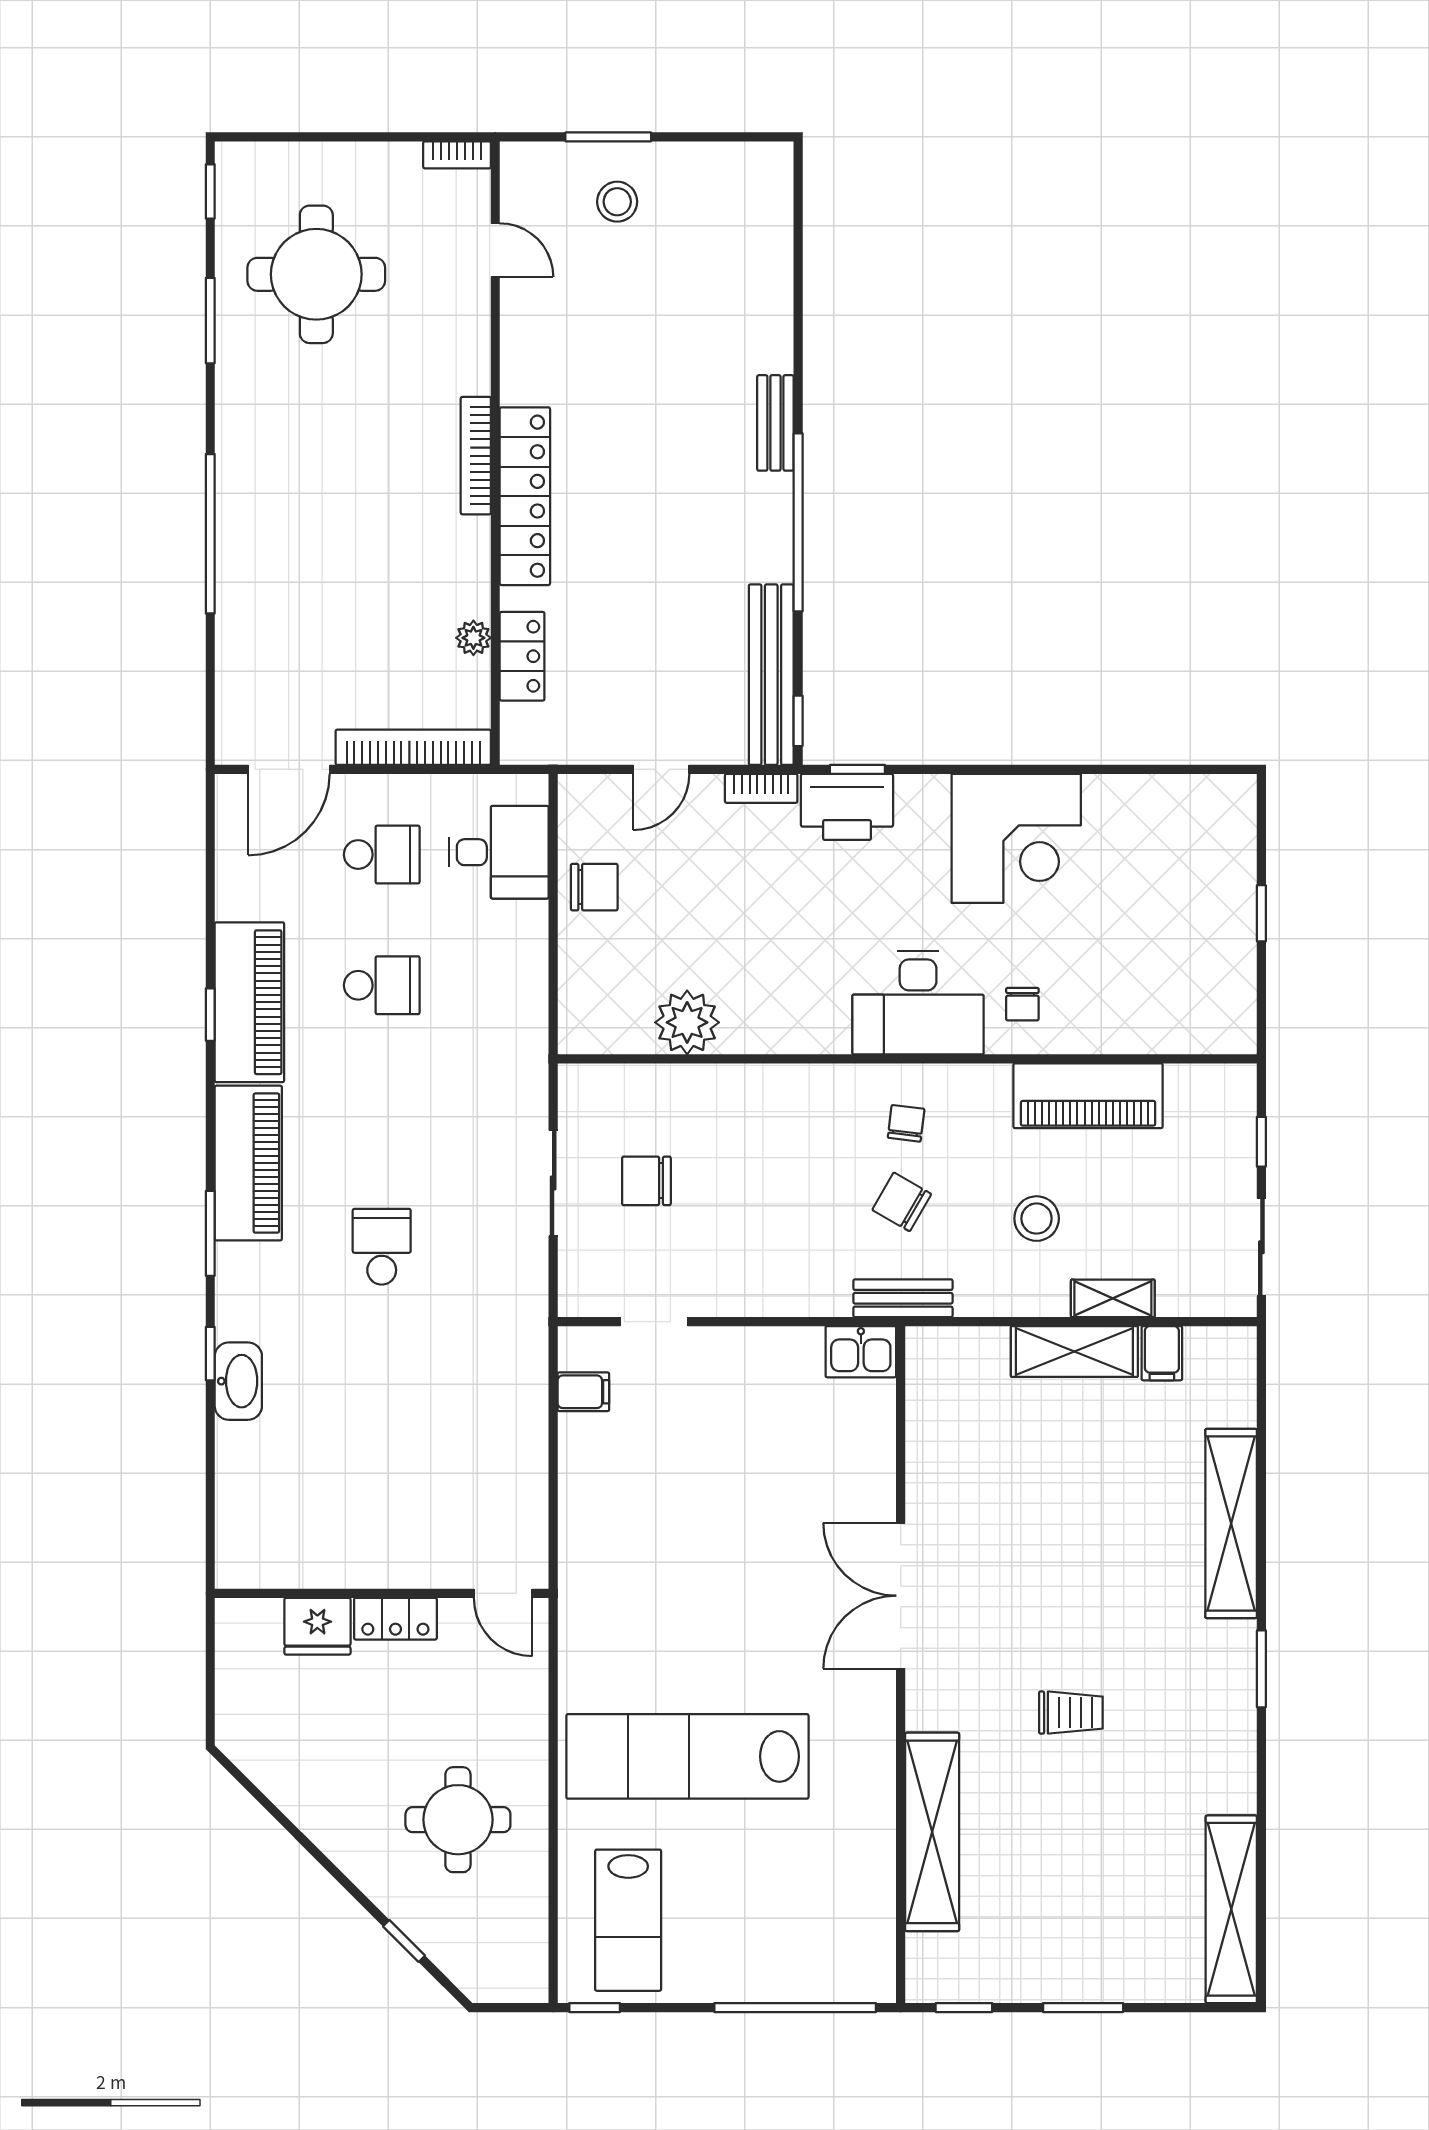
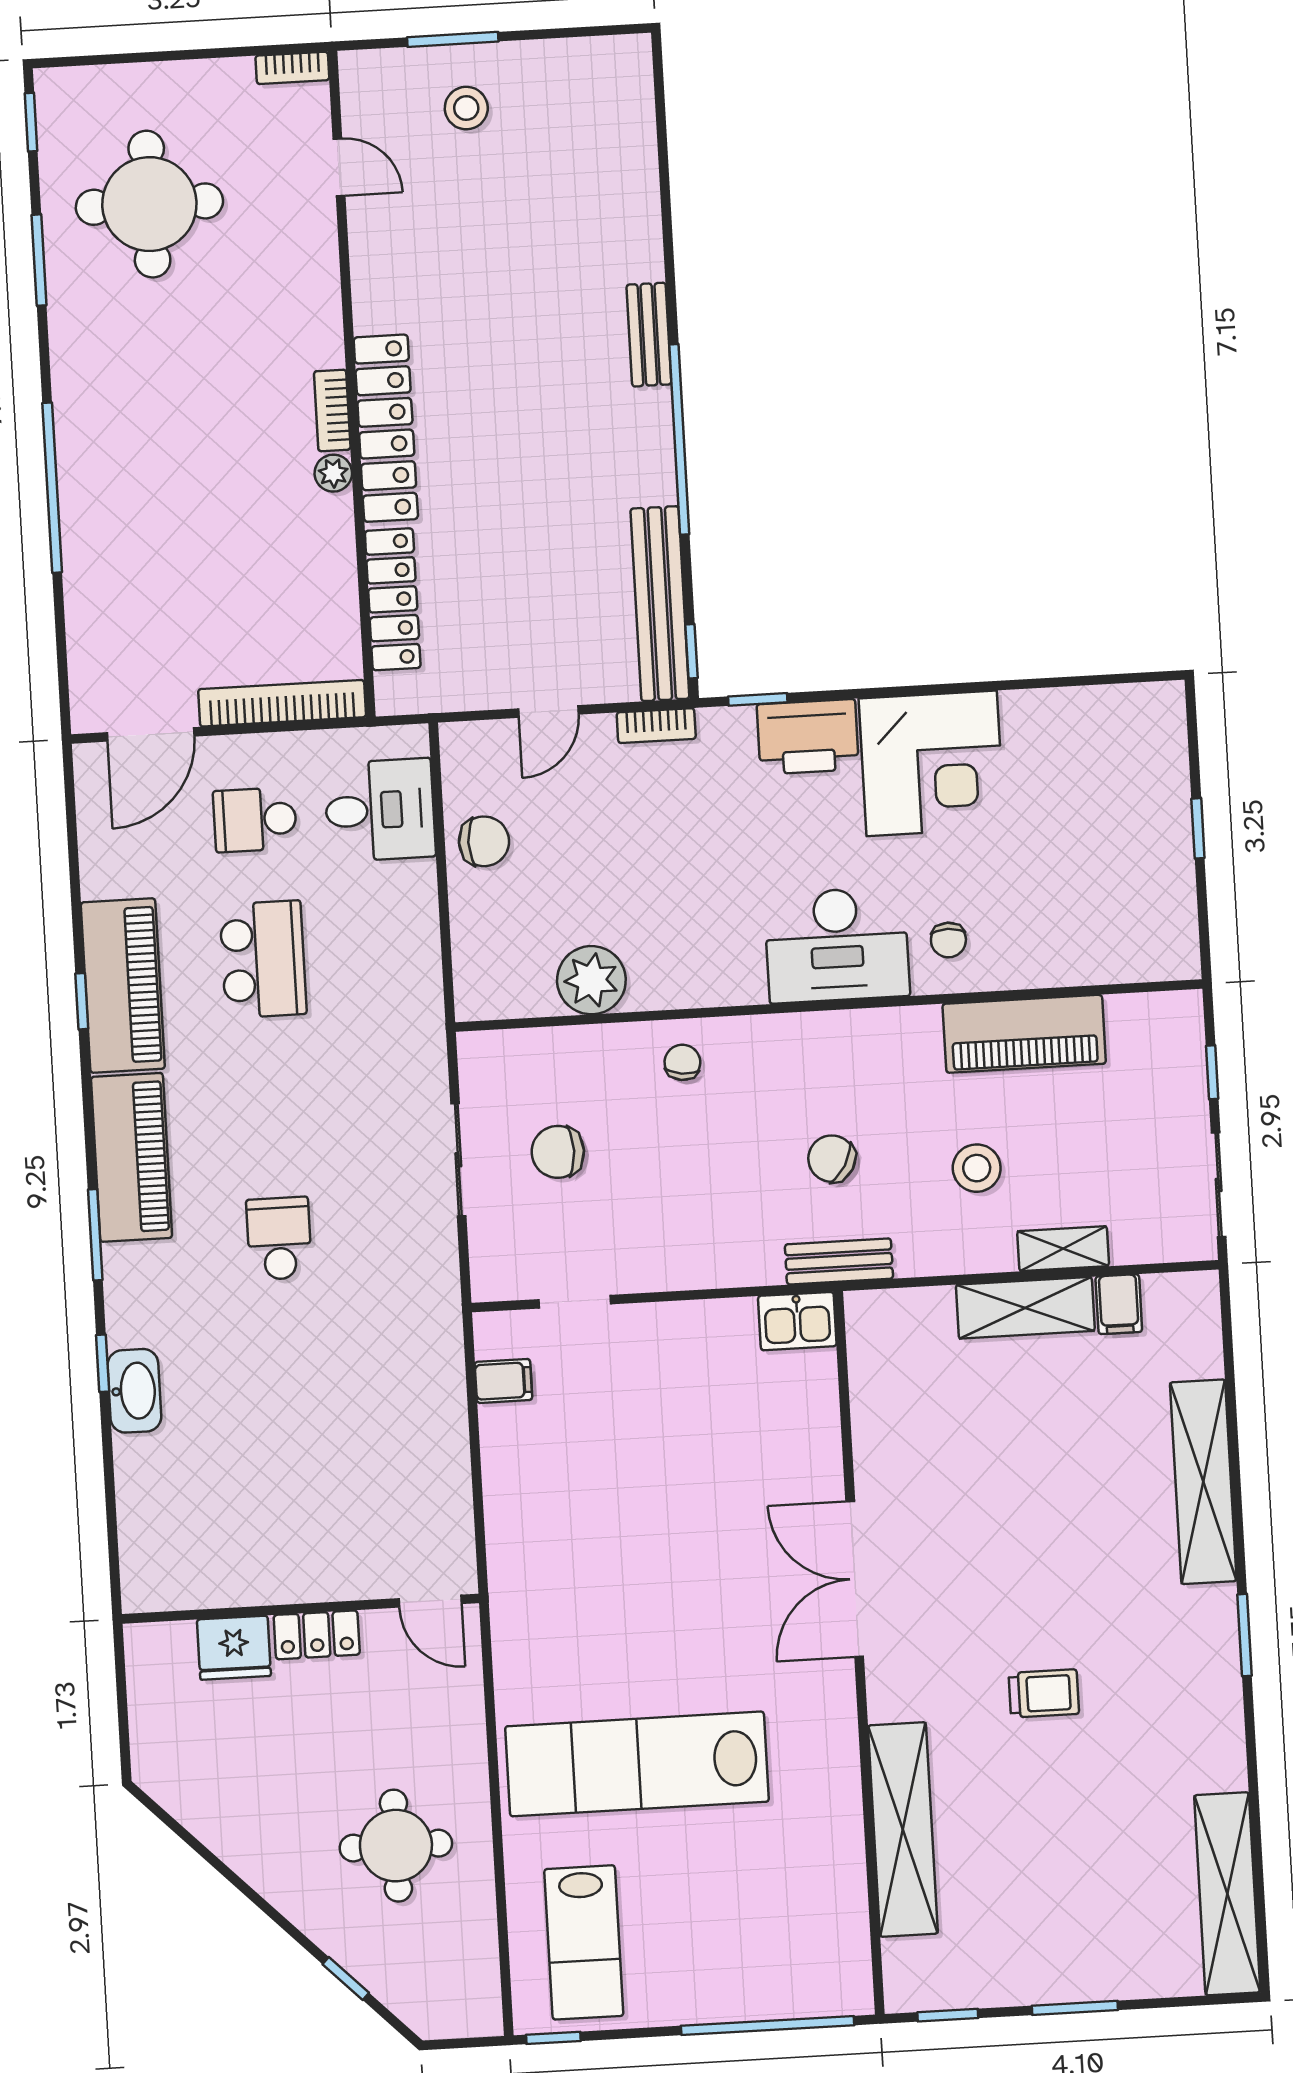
bookcase: (476, 456) -> (332, 410), width x0.64
plant: (473, 638) -> (333, 473), moved
locker: (522, 656) -> (393, 599), width x1.53
printer: (847, 807) -> (808, 737), moved
school desk: (382, 855) -> (255, 820), turned 180
school desk: (382, 985) -> (263, 959), width x1.85
chair: (906, 1123) -> (682, 1062), moved

